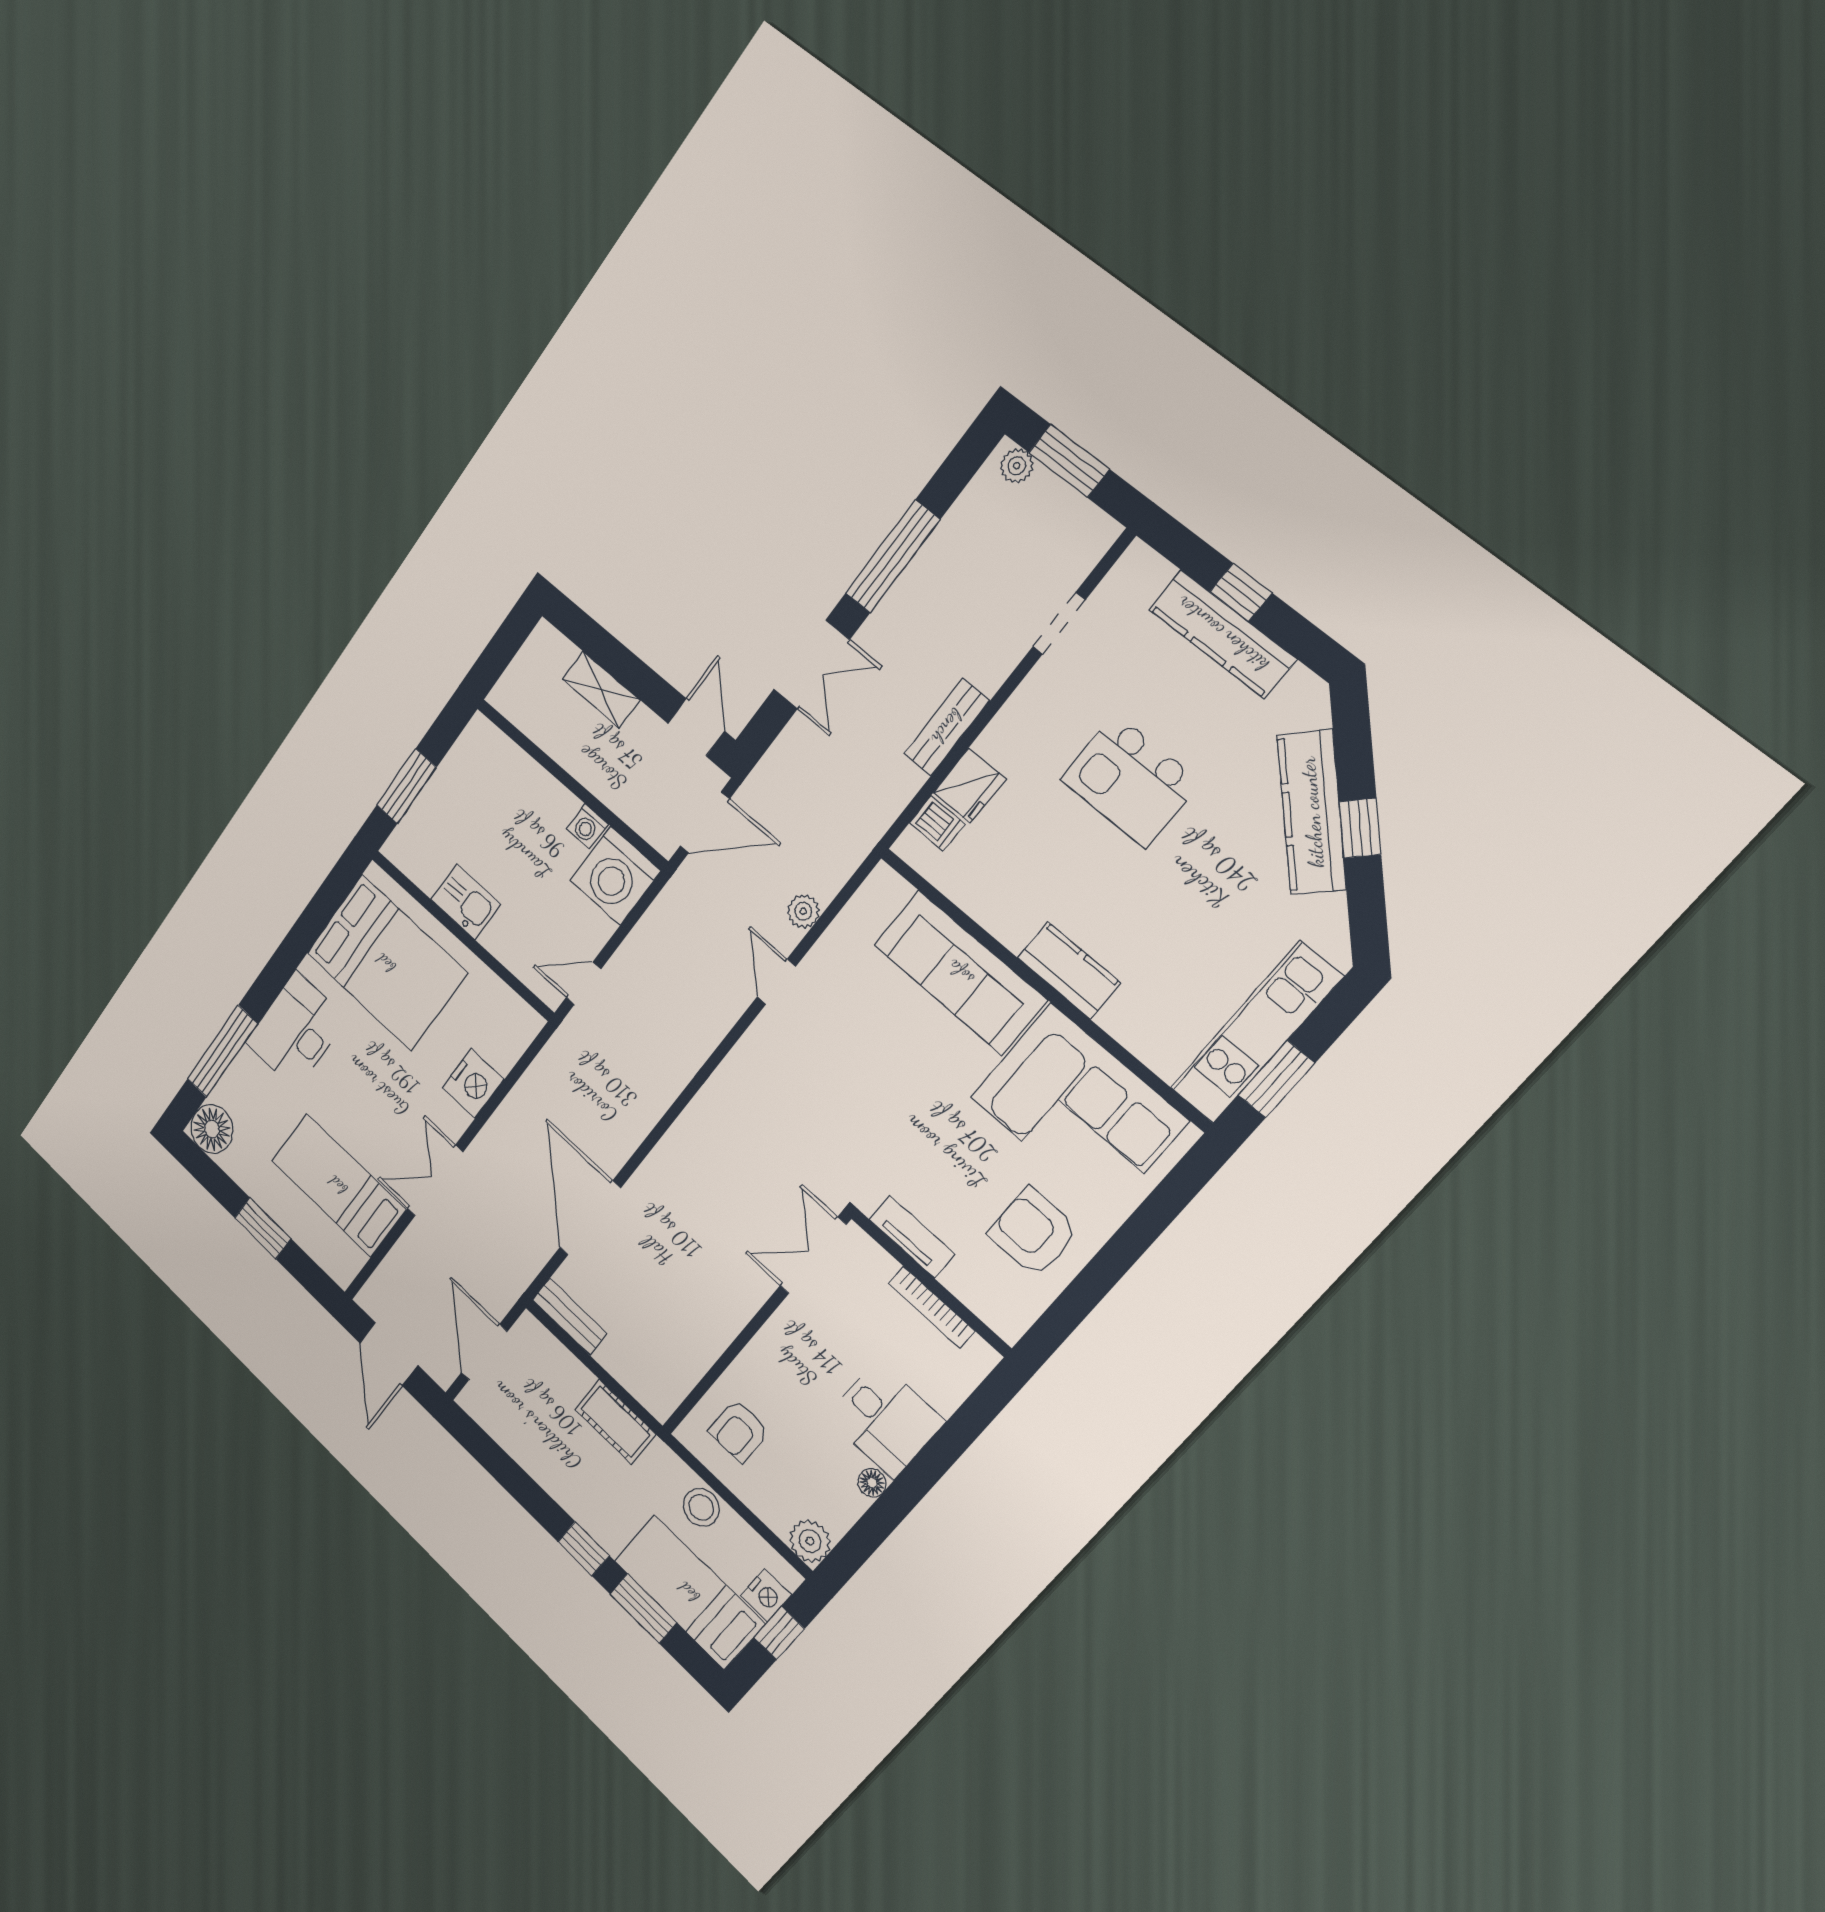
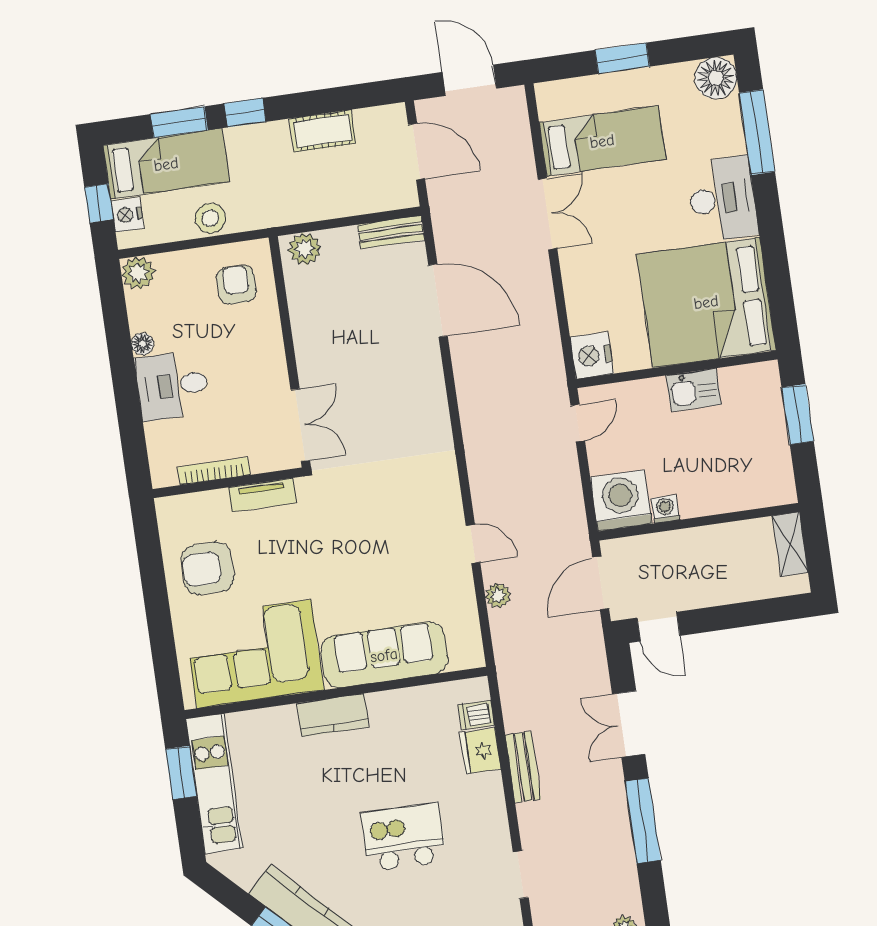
shelving: (601, 690) -> (790, 544), moved, turned 90
bed: (386, 963) -> (706, 302), width x1.36
nightstand: (473, 1084) -> (592, 355), moved
armchair: (1033, 1232) -> (208, 568), turned 180
plant: (652, 1389) -> (305, 249), added
cot: (615, 1422) -> (323, 131), moved

